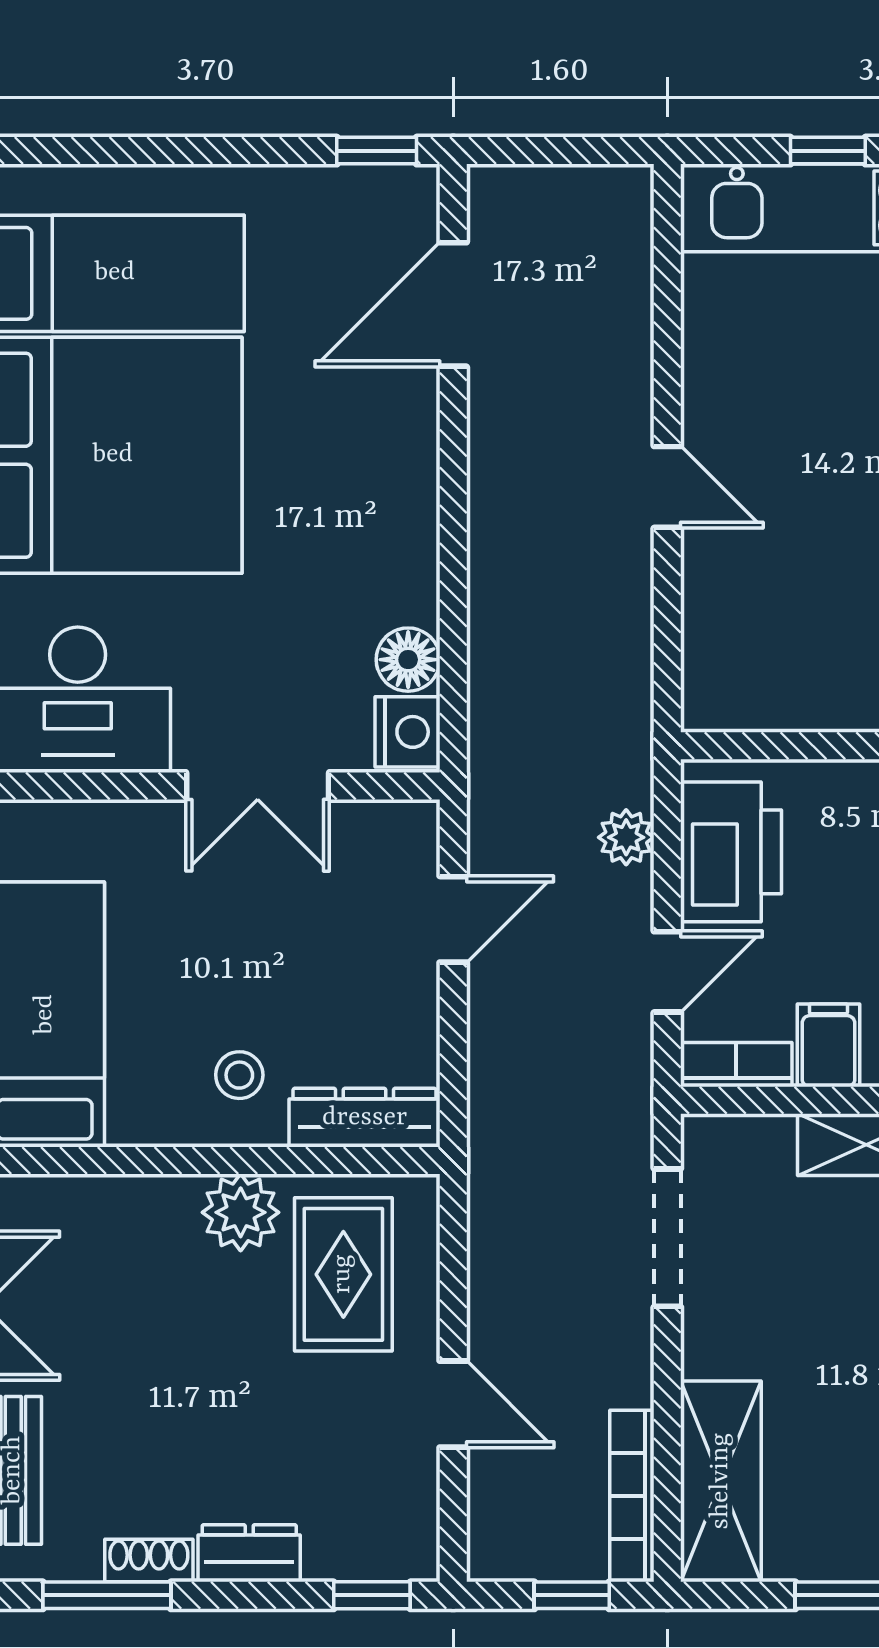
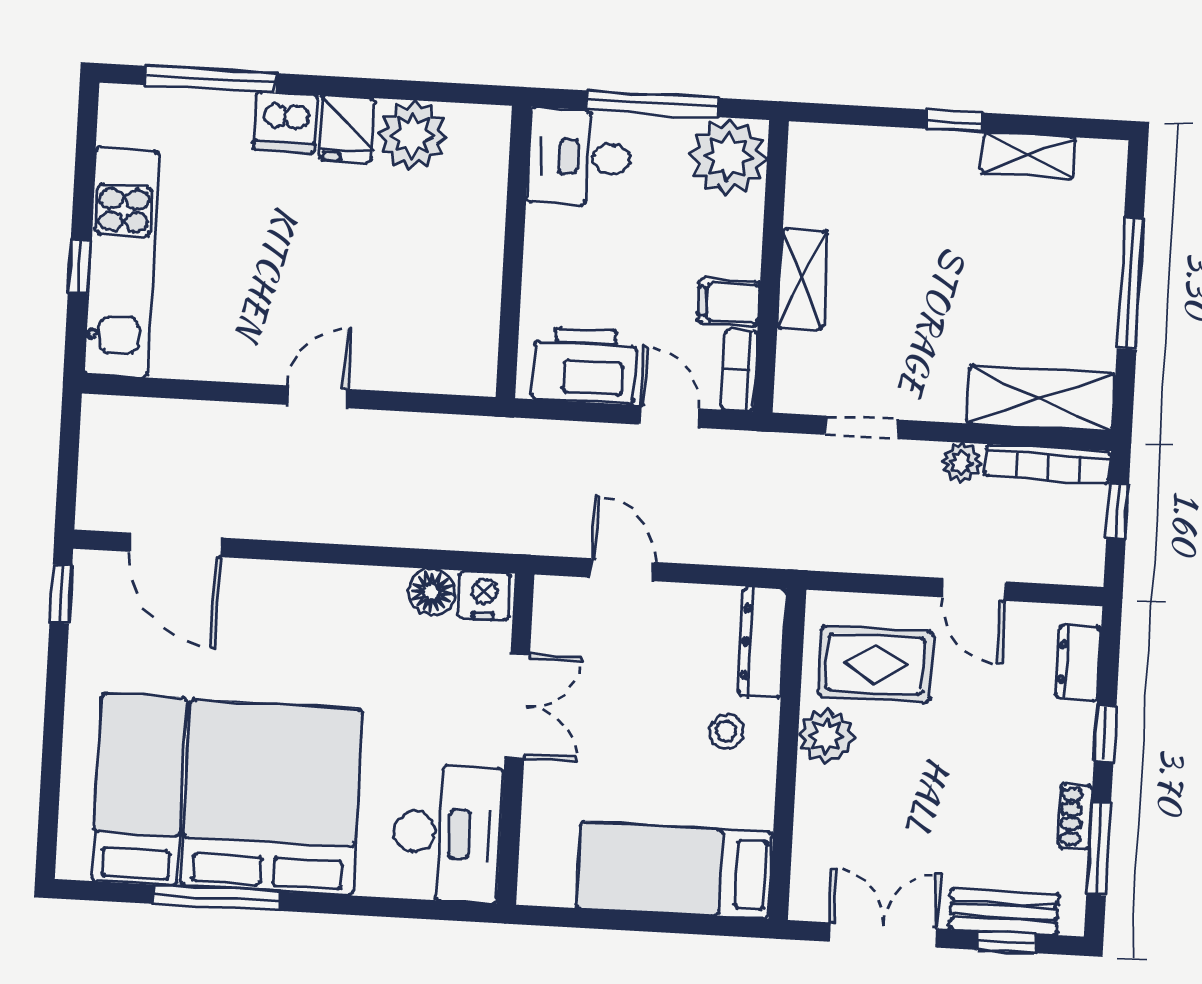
plant: (626, 837) -> (961, 463), moved
doorway: (667, 1238) -> (862, 427), width x0.73
door: (453, 1404) -> (974, 589), swing flipped
dresser: (249, 1553) -> (1078, 663), moved
window: (372, 1595) -> (1105, 733), moved

